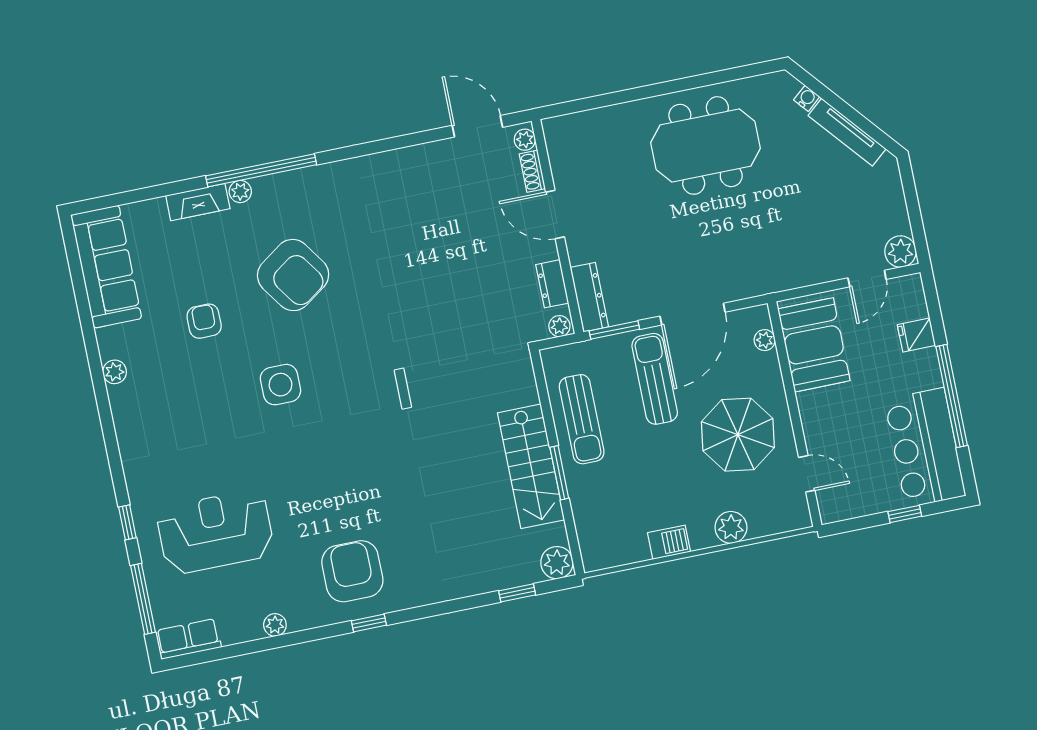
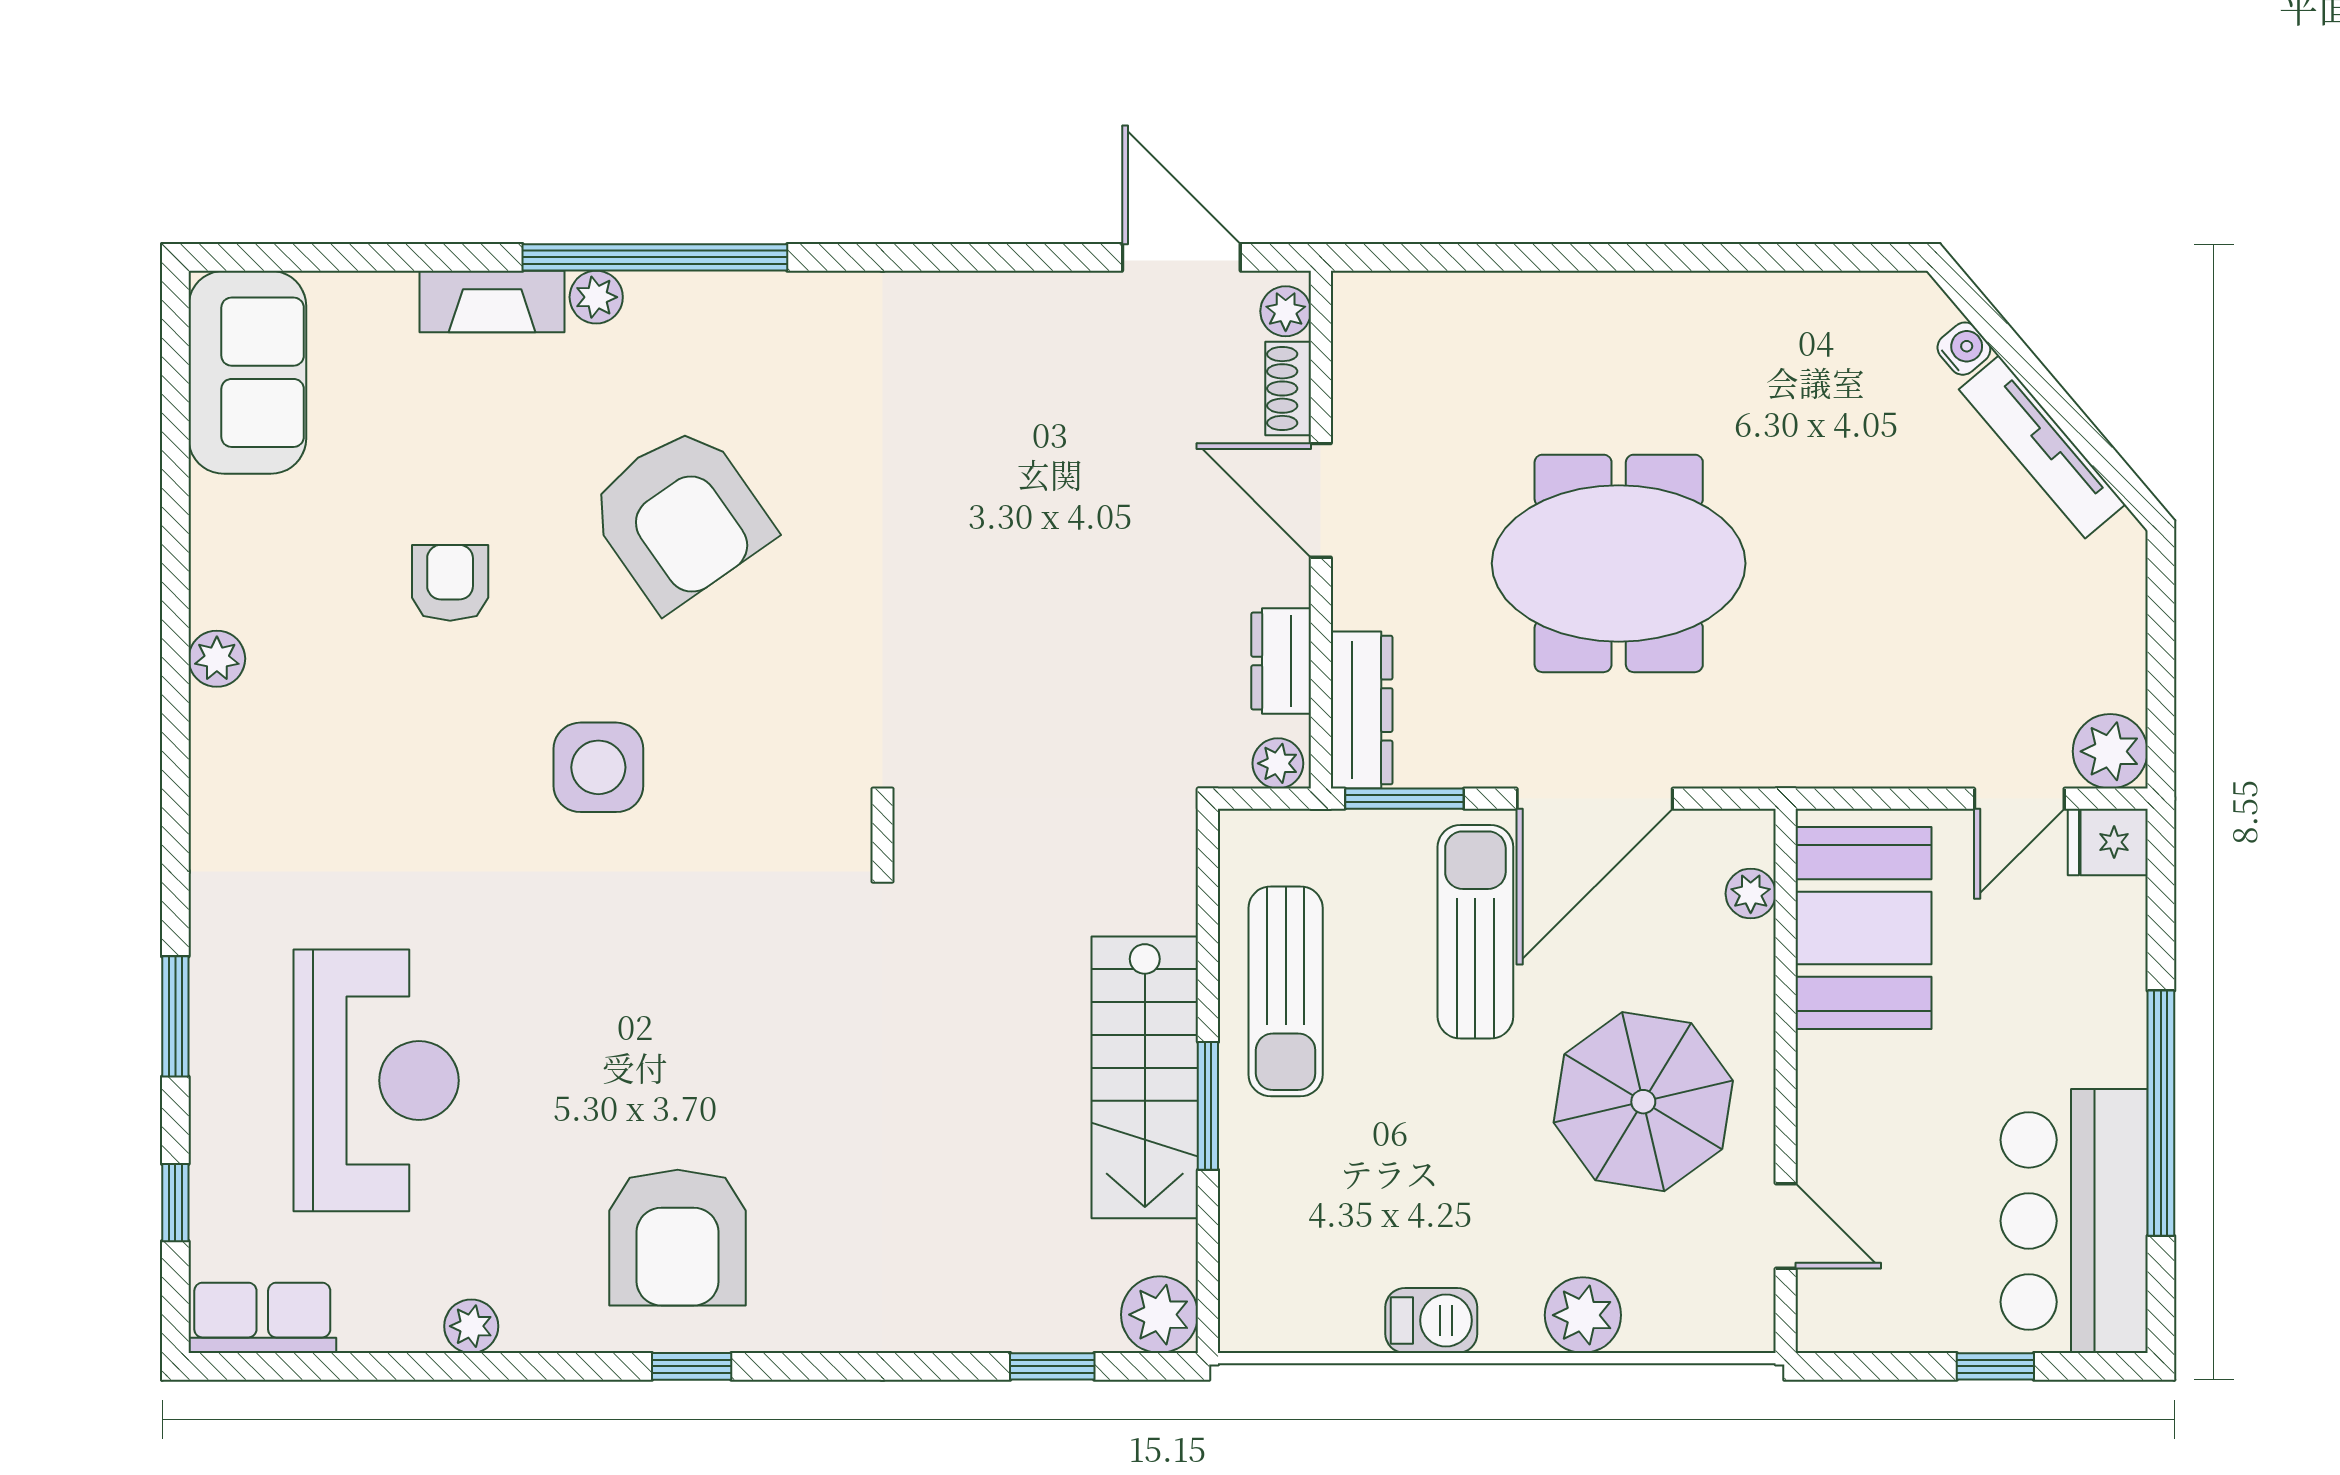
meeting table: (706, 145) -> (1619, 563), moved
sofa: (106, 267) -> (247, 372), width x0.73
fridge: (916, 335) -> (2108, 842), moved
window: (127, 522) -> (175, 1016), width x1.50
reception desk: (215, 532) -> (376, 1080), turned 90
armchair: (352, 571) -> (678, 1238), turned 180
window: (143, 599) -> (175, 1203), width x0.46

